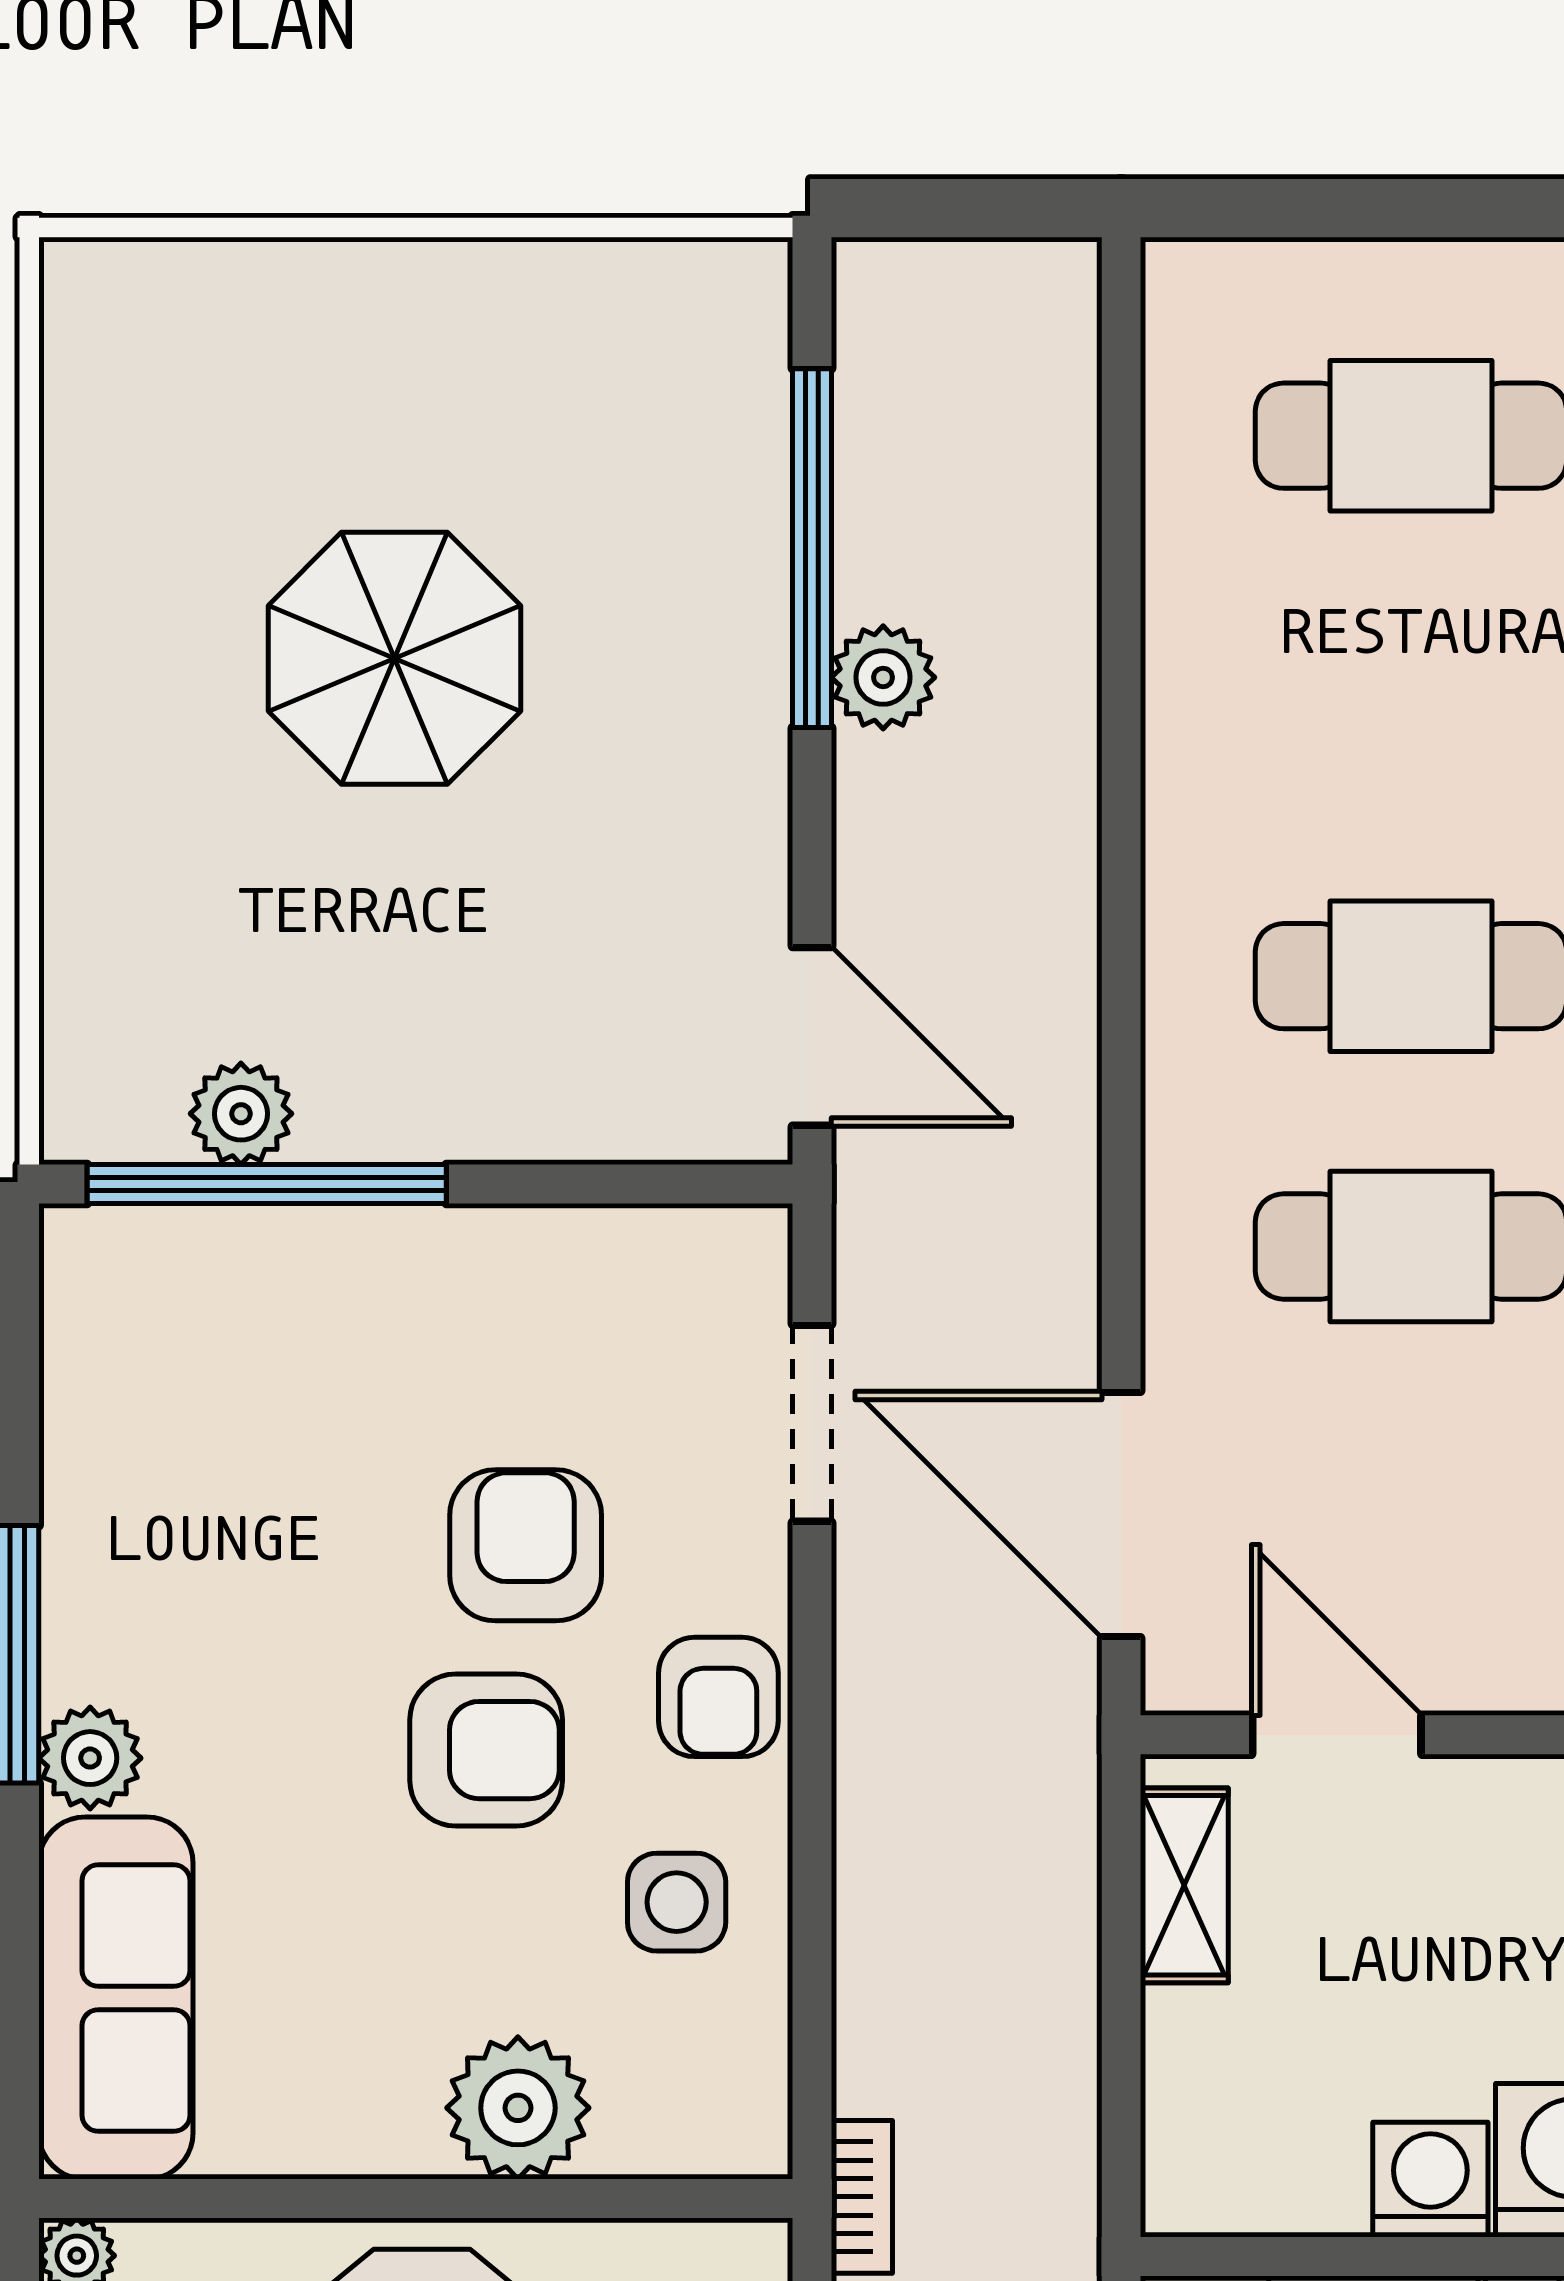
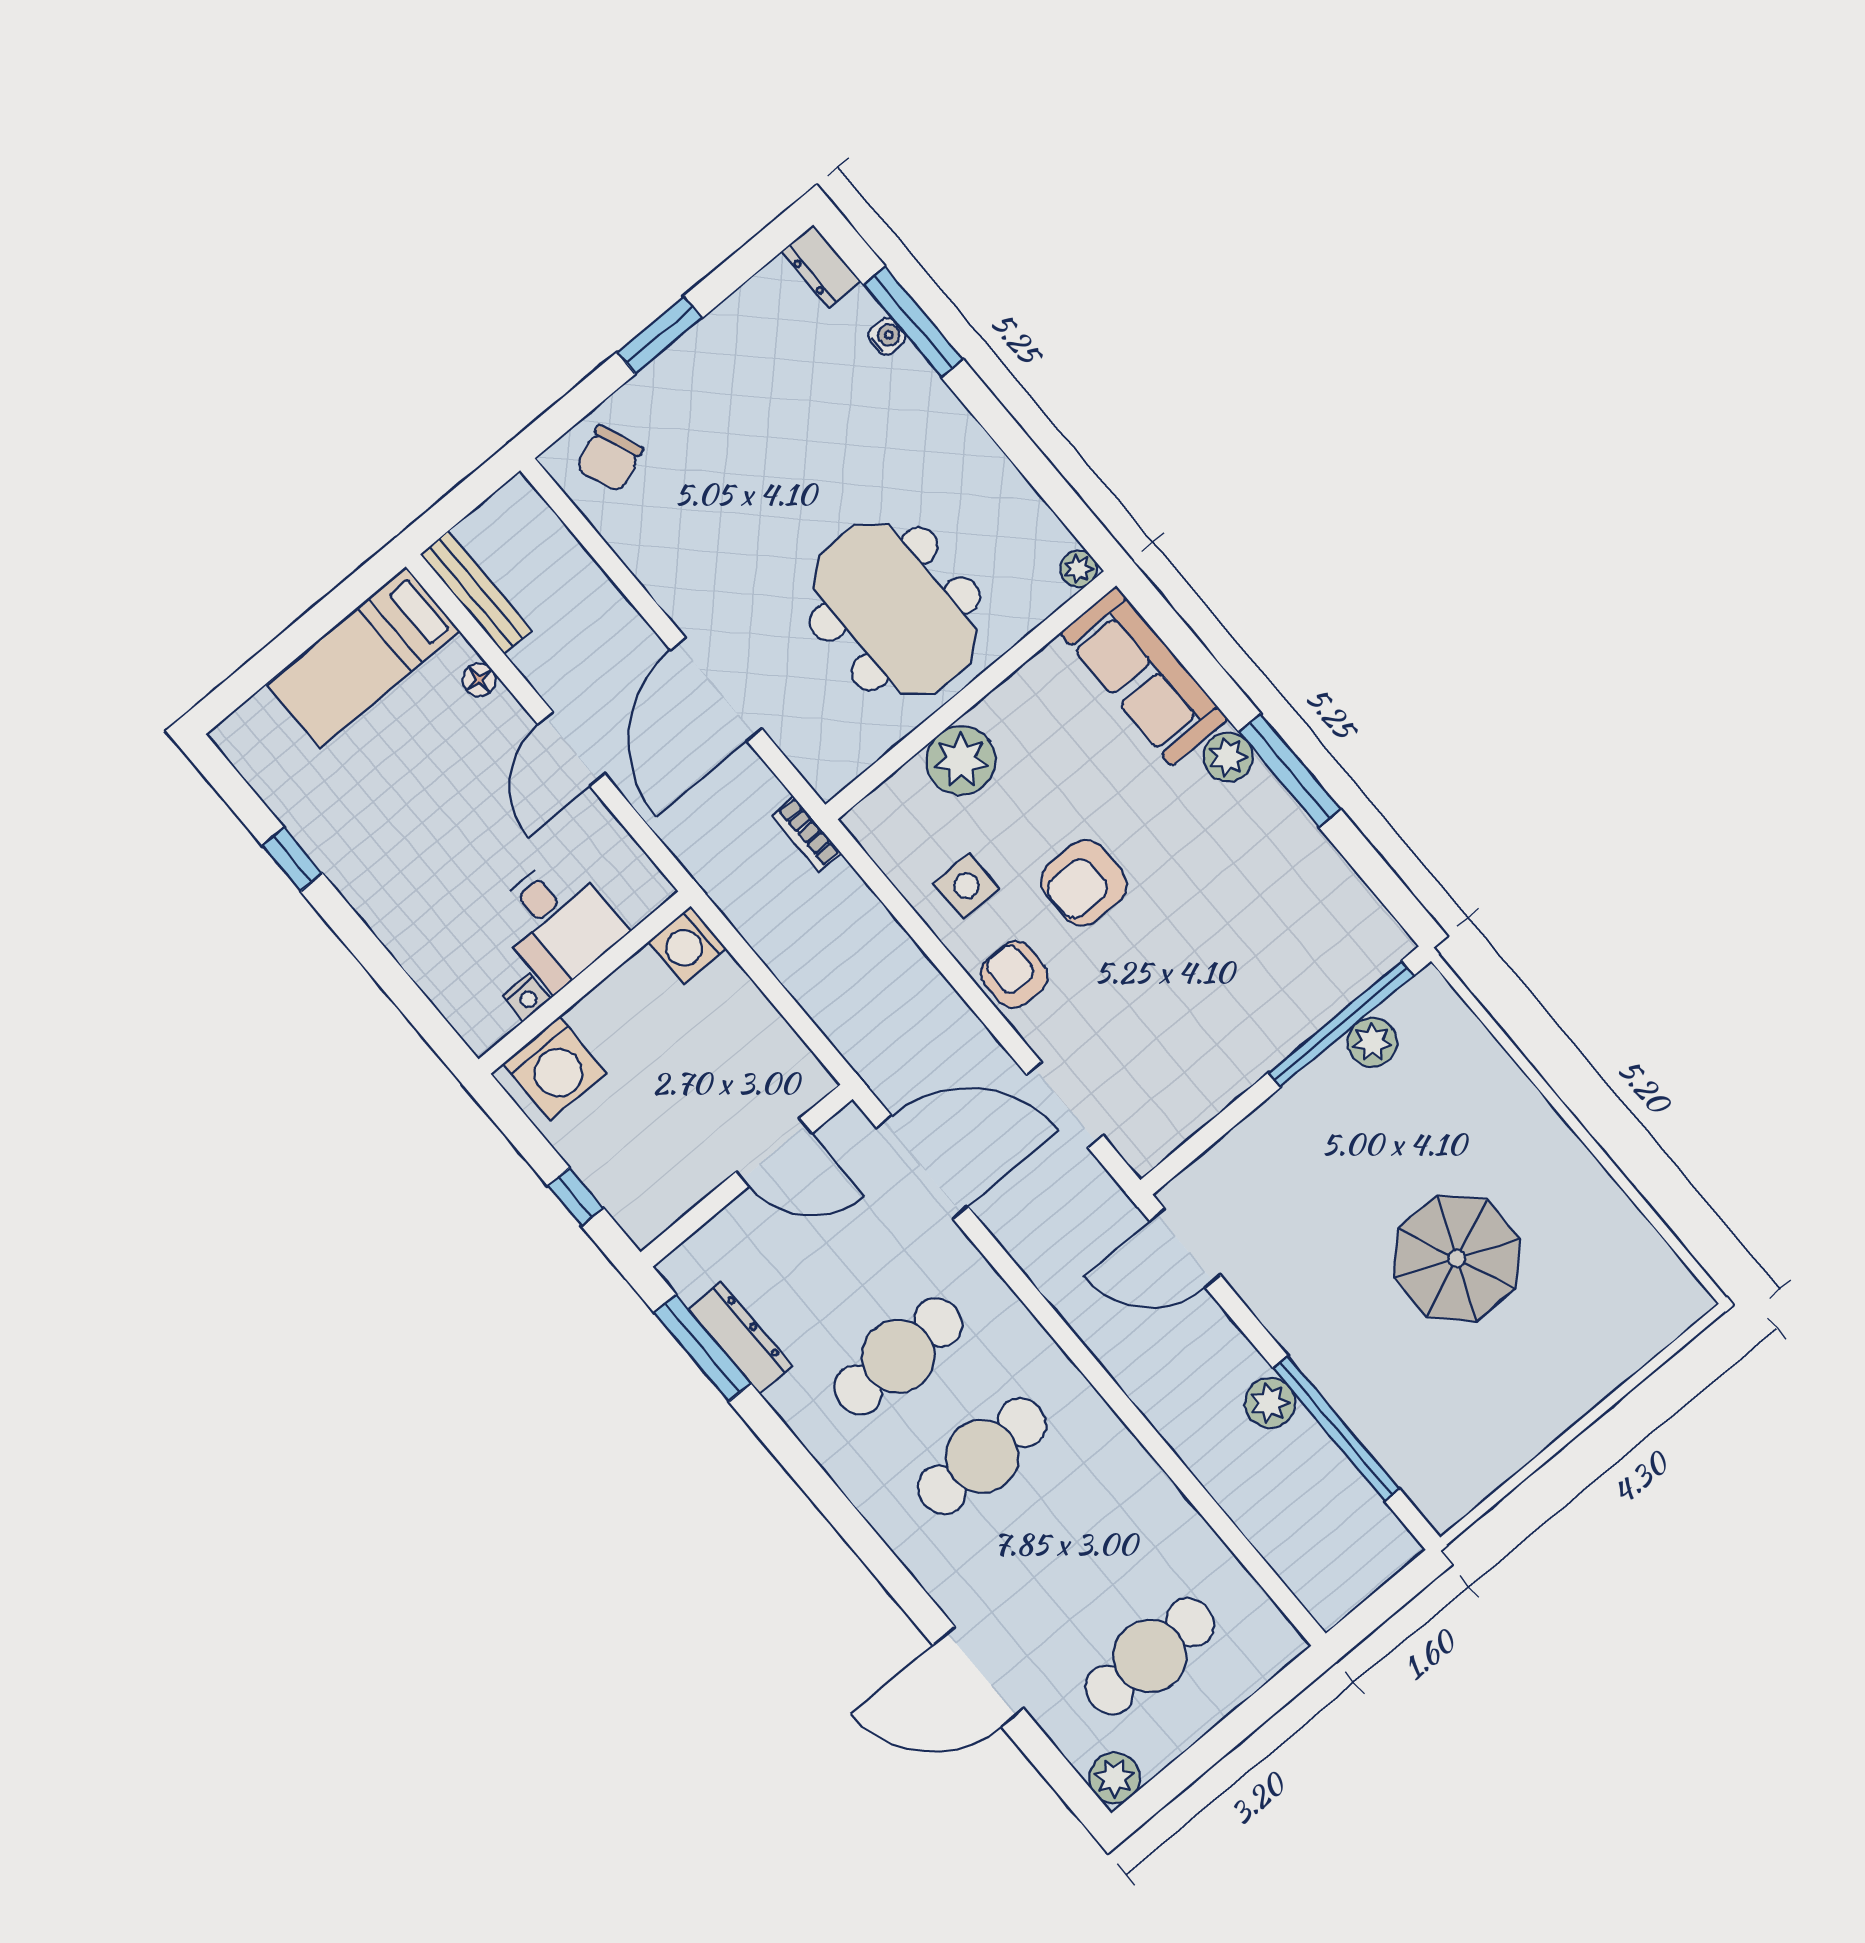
armchair: (526, 1545) -> (1133, 971), removed
shelving: (1184, 1885) -> (784, 1050), removed
washing machine: (1430, 2180) -> (687, 945), moved, turned 90

